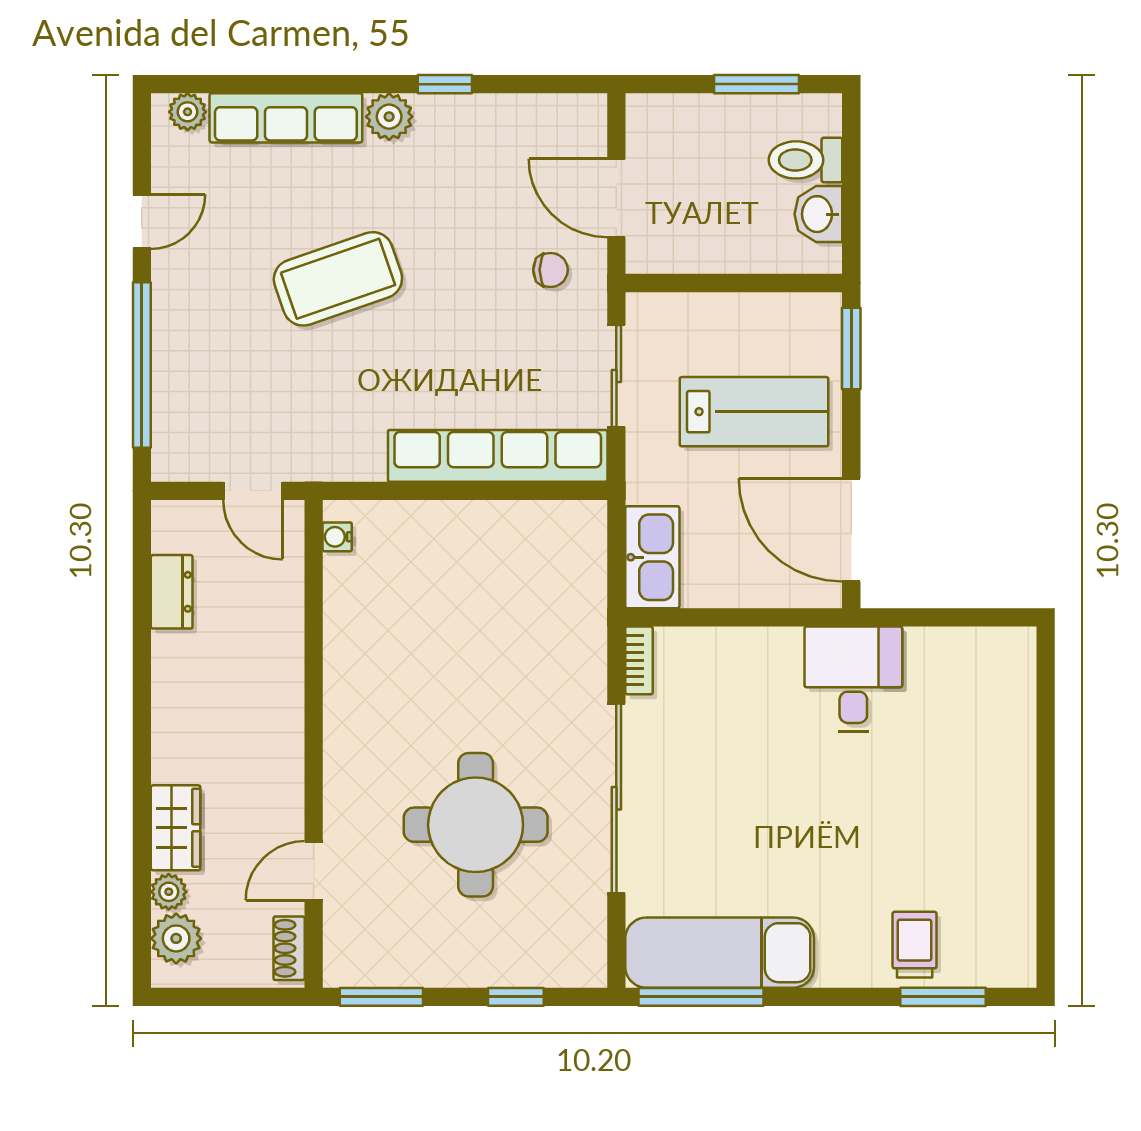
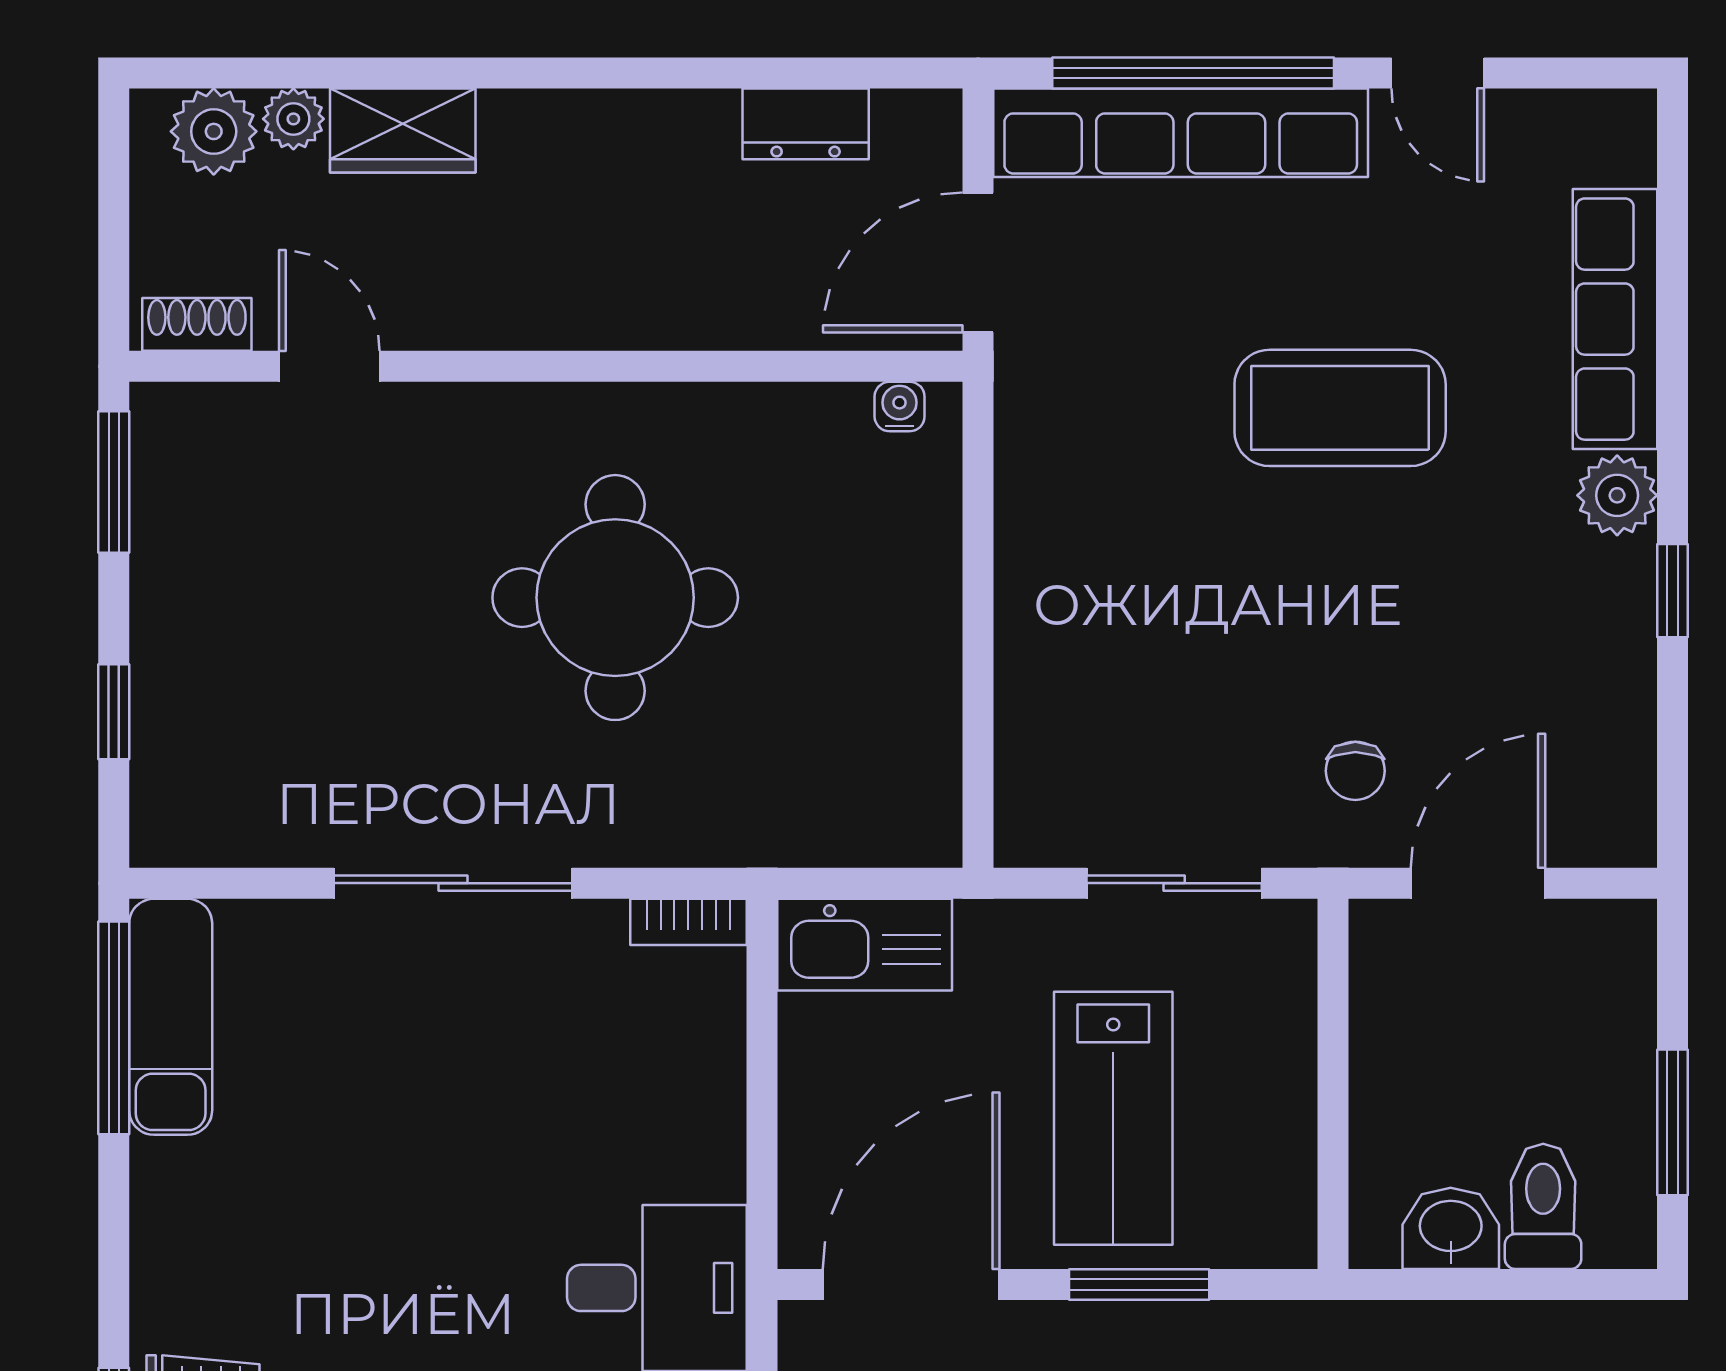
plant: (188, 112) -> (1625, 151), removed
coffee table: (338, 279) -> (1340, 408), turned -71
window: (851, 349) -> (1139, 1284), moved
row of seats: (498, 456) -> (1181, 133), moved, turned 90
door: (253, 491) -> (978, 263), width x1.37
sliding door: (616, 798) -> (453, 883), width x0.73
round table: (476, 825) -> (615, 598), moved
exam couch: (720, 953) -> (171, 1017), width x0.73, depth x0.69

